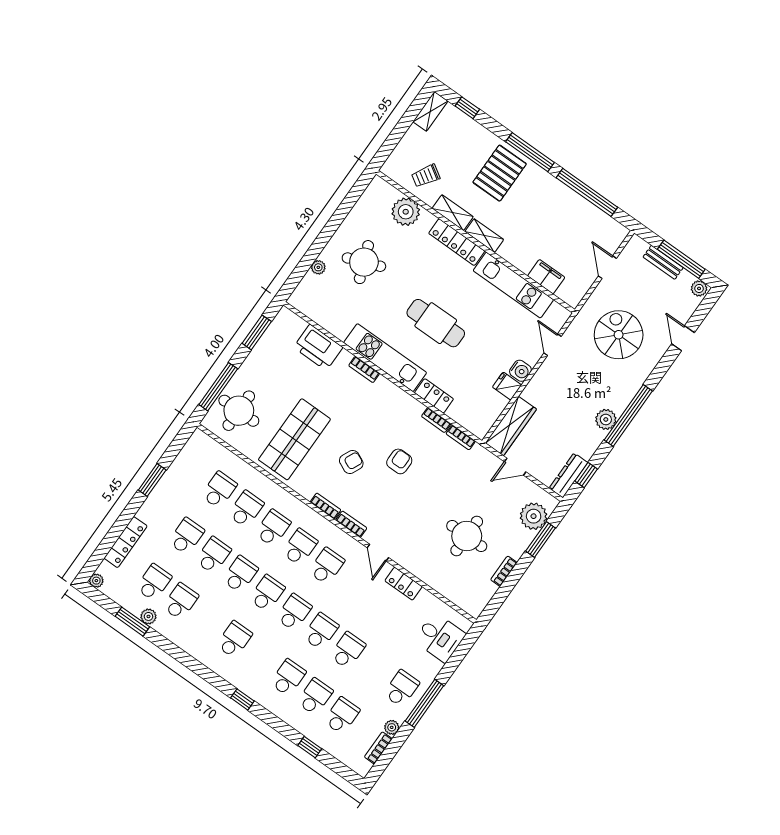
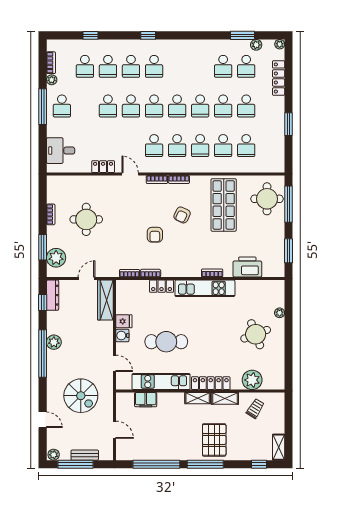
cafe table: (436, 323) -> (166, 342), moved
plant: (148, 616) -> (256, 45), moved
school desk: (234, 639) -> (154, 66), moved

